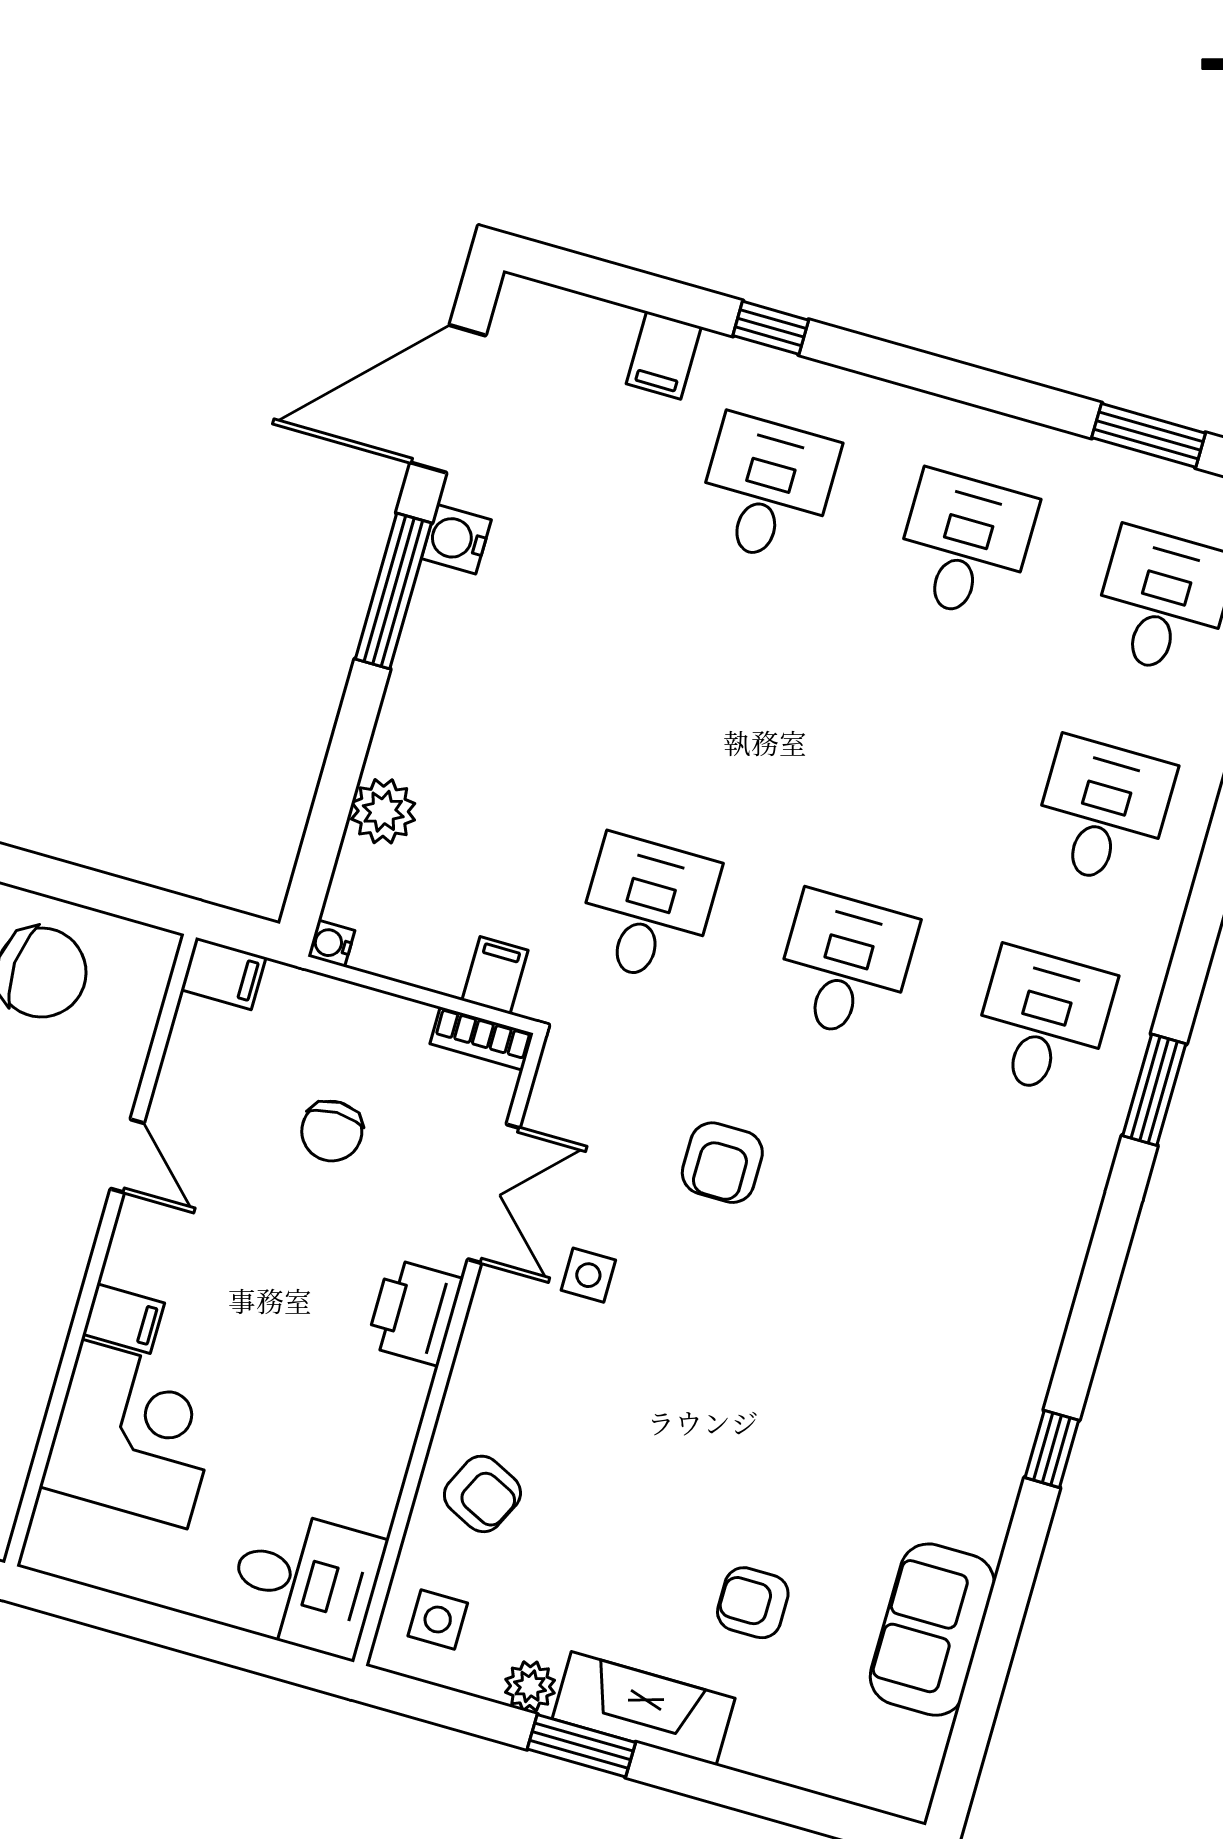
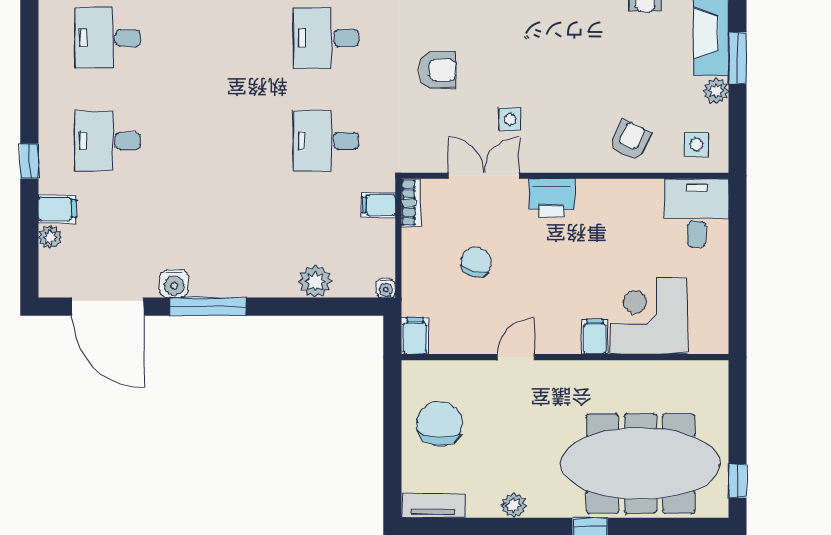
plant: (613, 326) -> (50, 237), added
chair: (332, 1131) -> (476, 262), turned -76

